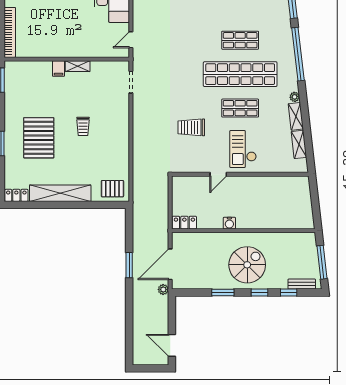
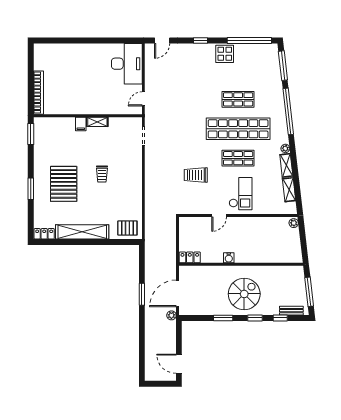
checkout: (243, 149) -> (241, 194), turned 180
plant: (304, 183) -> (294, 223), added

